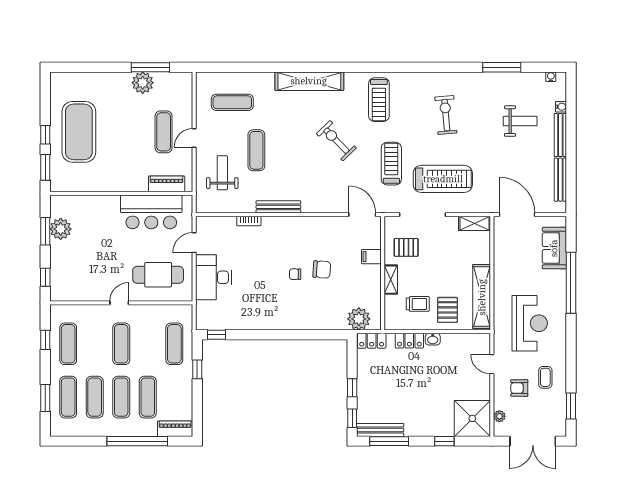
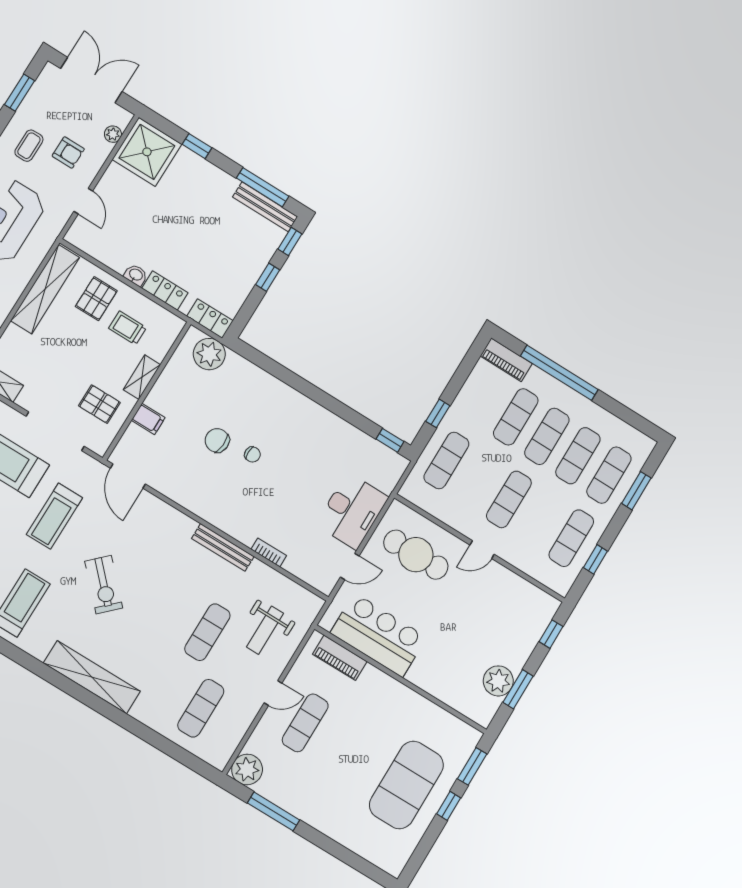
plant: (143, 83) -> (247, 769), moved
exercise mat: (232, 102) -> (201, 708), turned 90

